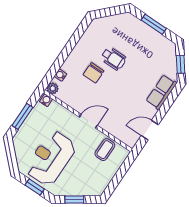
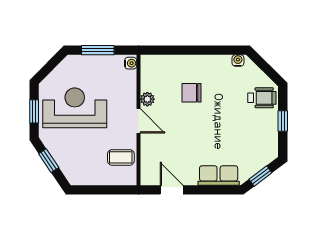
window: (154, 24) -> (283, 121), width x0.67
wheelchair: (113, 59) -> (262, 98), moved, turned -90
water cooler: (60, 75) -> (238, 61), moved
plant: (53, 88) -> (147, 99), moved

